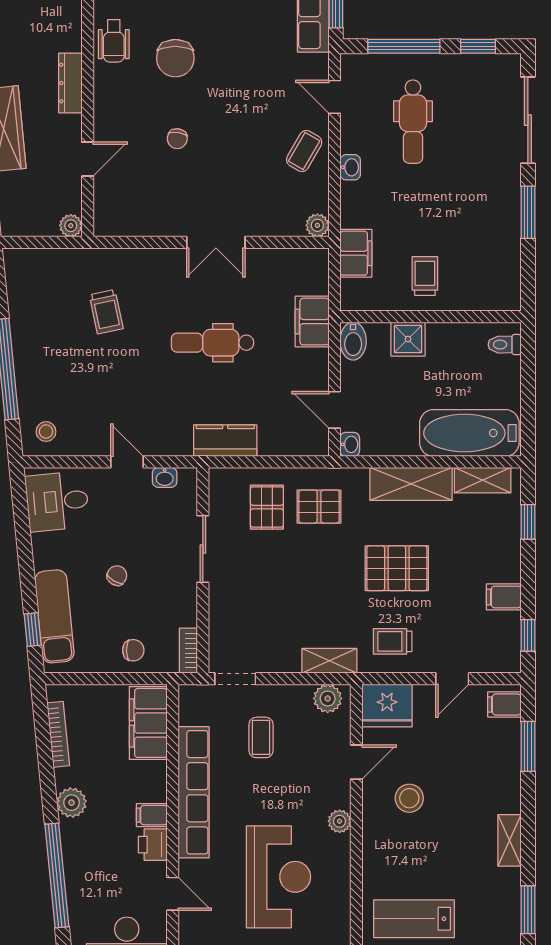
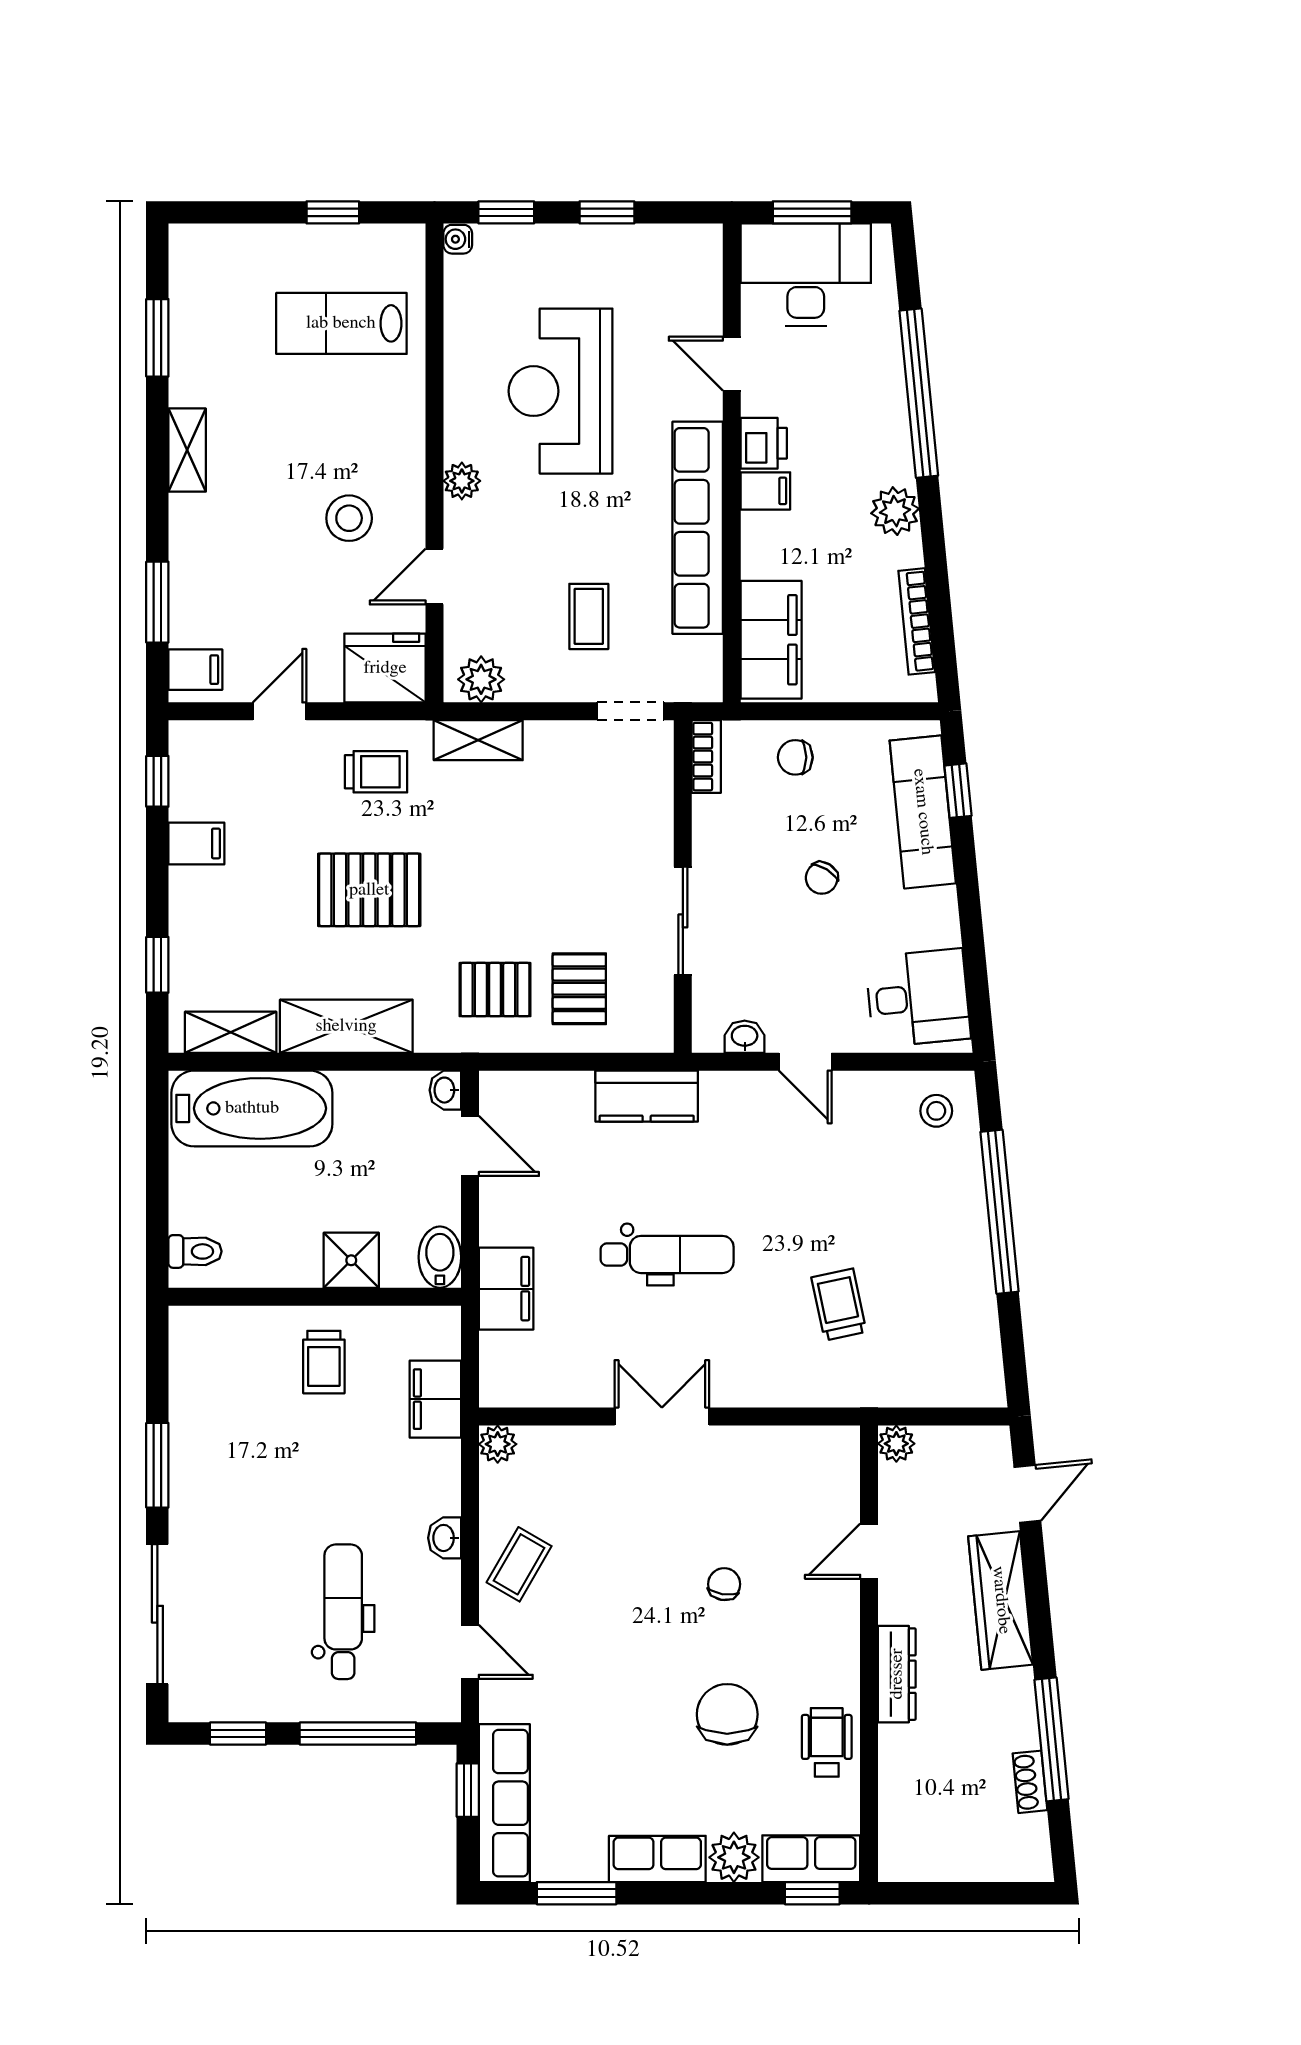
lab bench: (414, 919) -> (341, 323), turned 180

